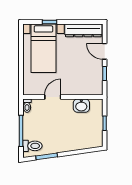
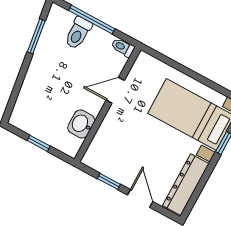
door: (105, 51) -> (140, 198), hinge flipped
door: (53, 97) -> (115, 90), swing flipped
toilet: (32, 146) -> (78, 33), moved

